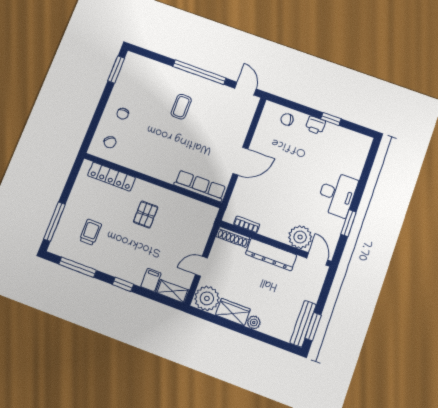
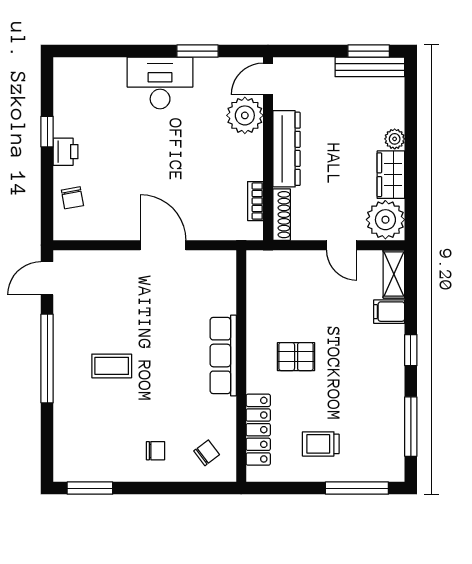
row of seats: (200, 186) -> (223, 356), moved
trolley: (90, 232) -> (321, 444), moved

